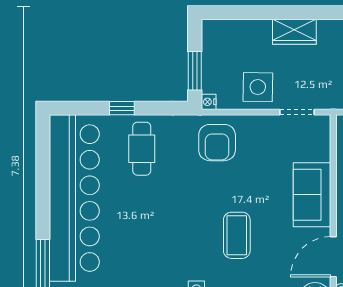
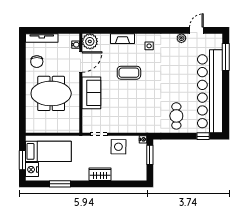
window: (122, 108) -> (203, 136), moved
armchair: (217, 143) -> (139, 119), removed
coffee table: (237, 235) -> (129, 73), turned 90

